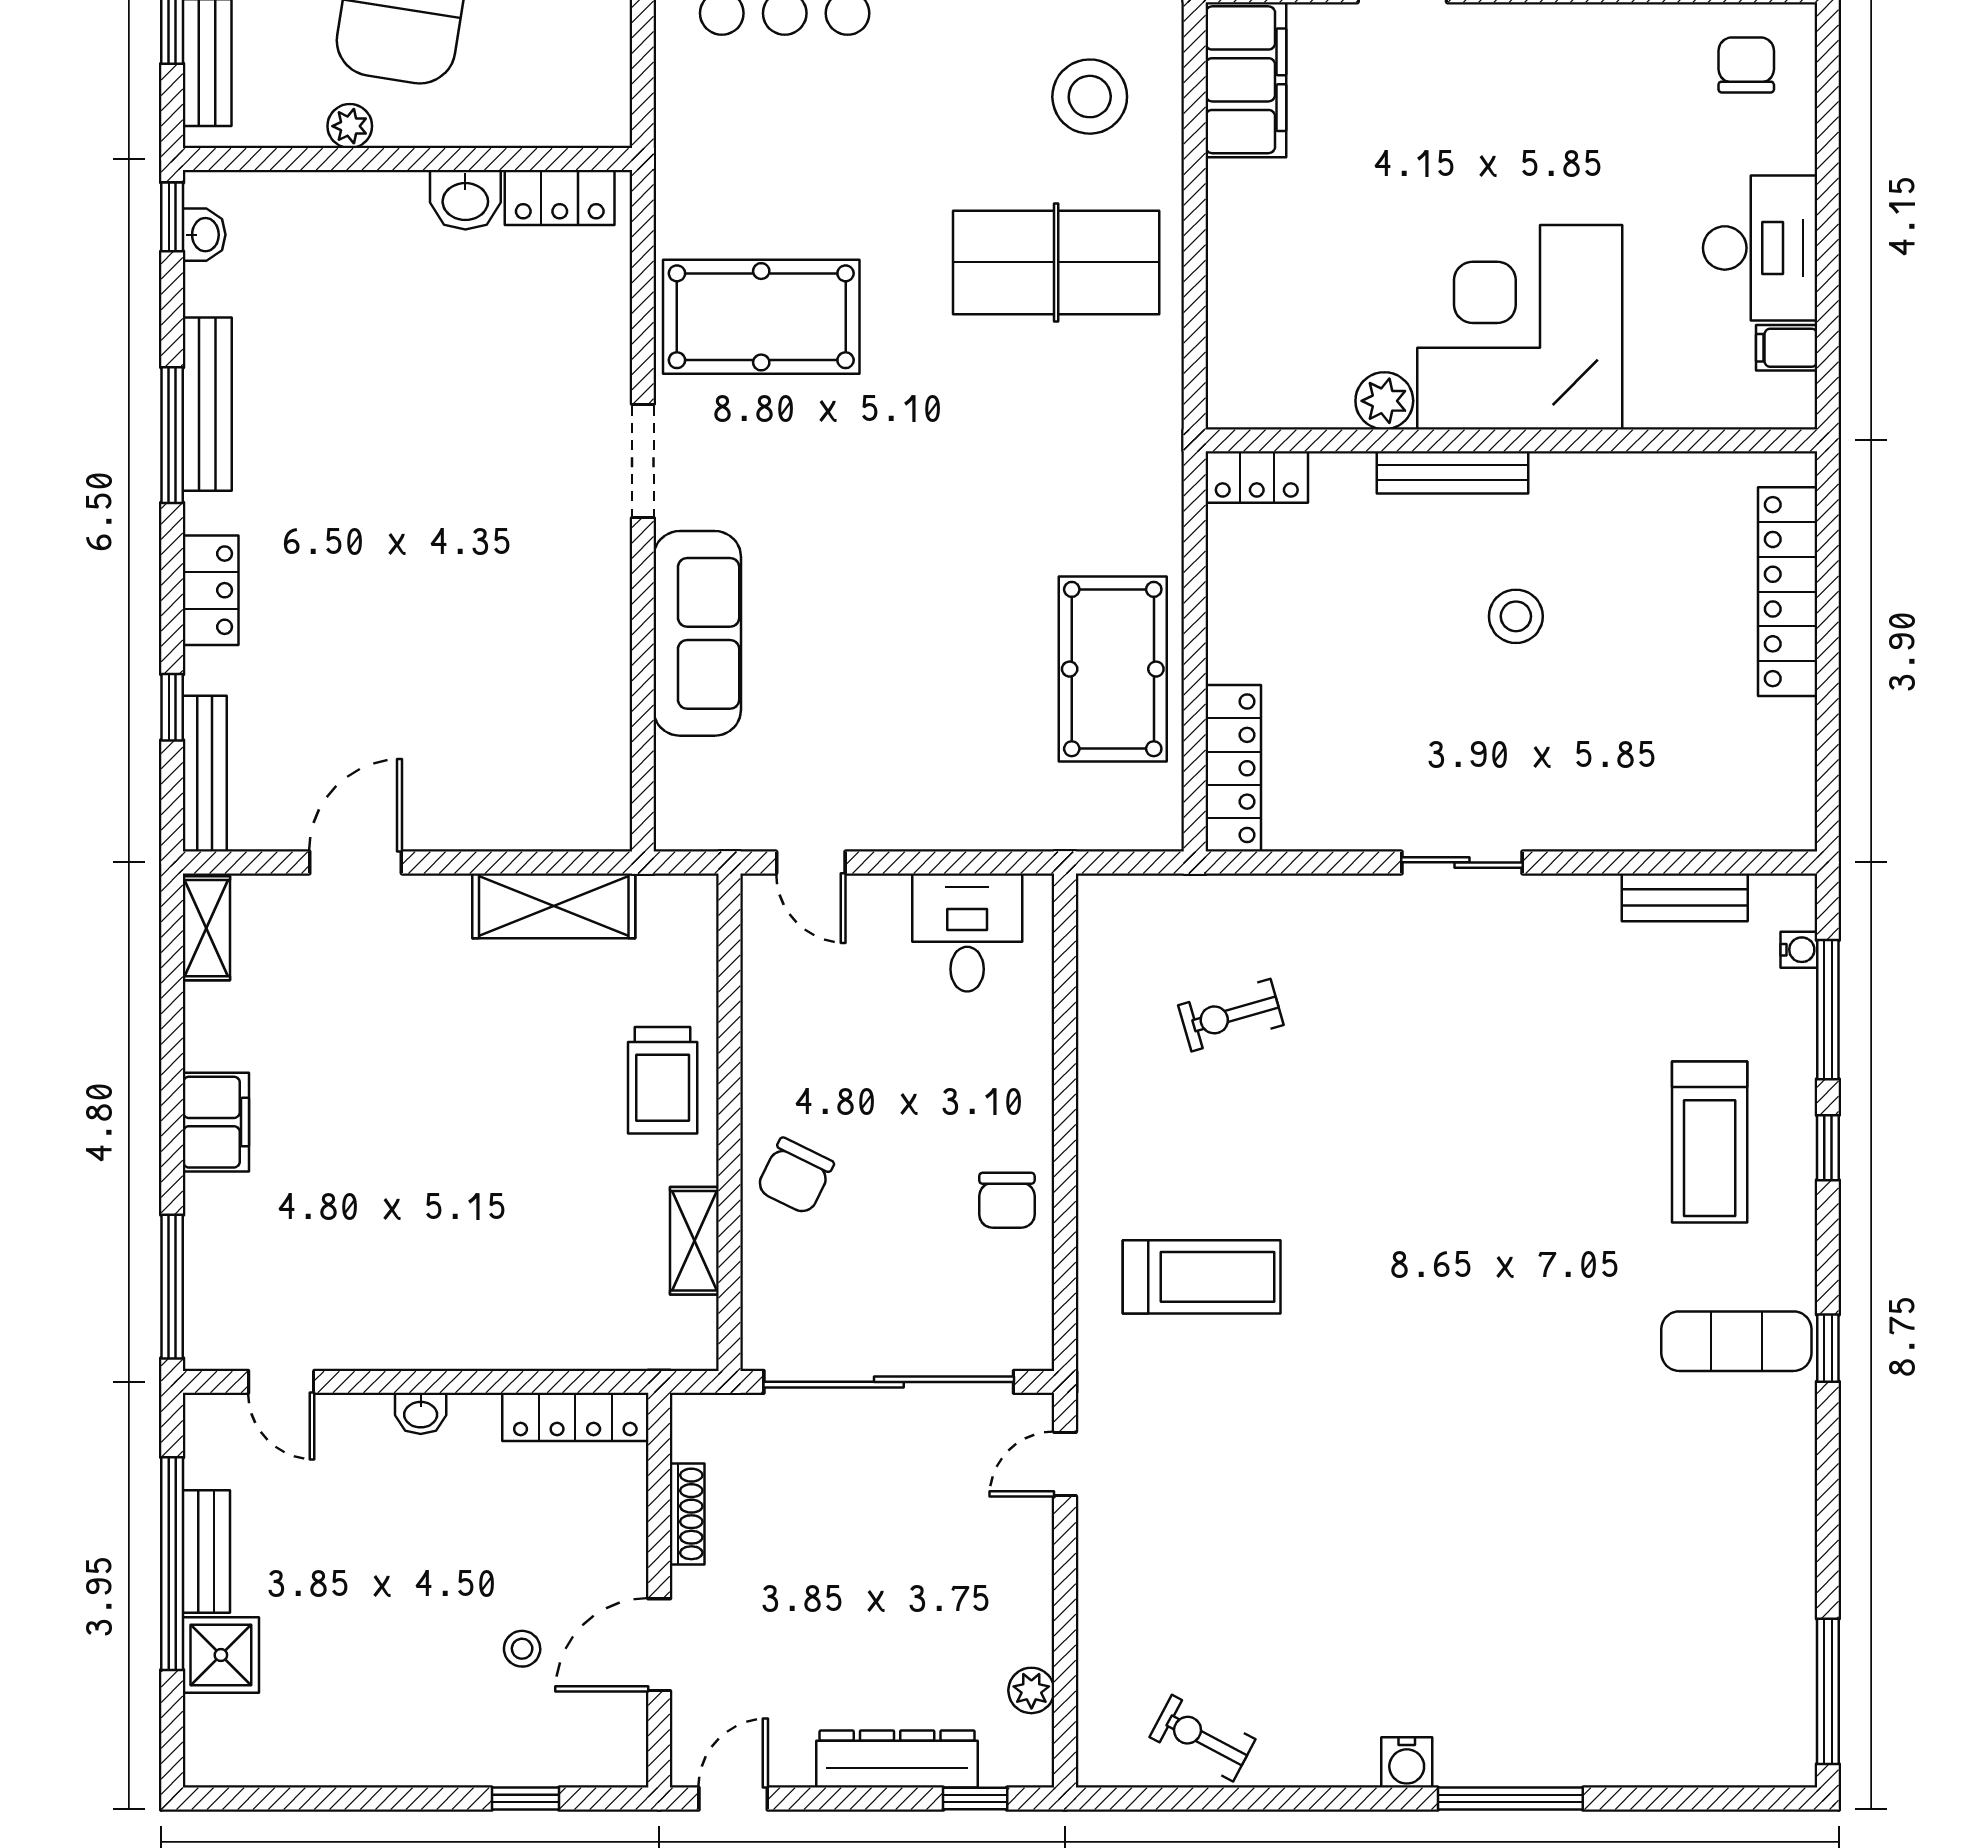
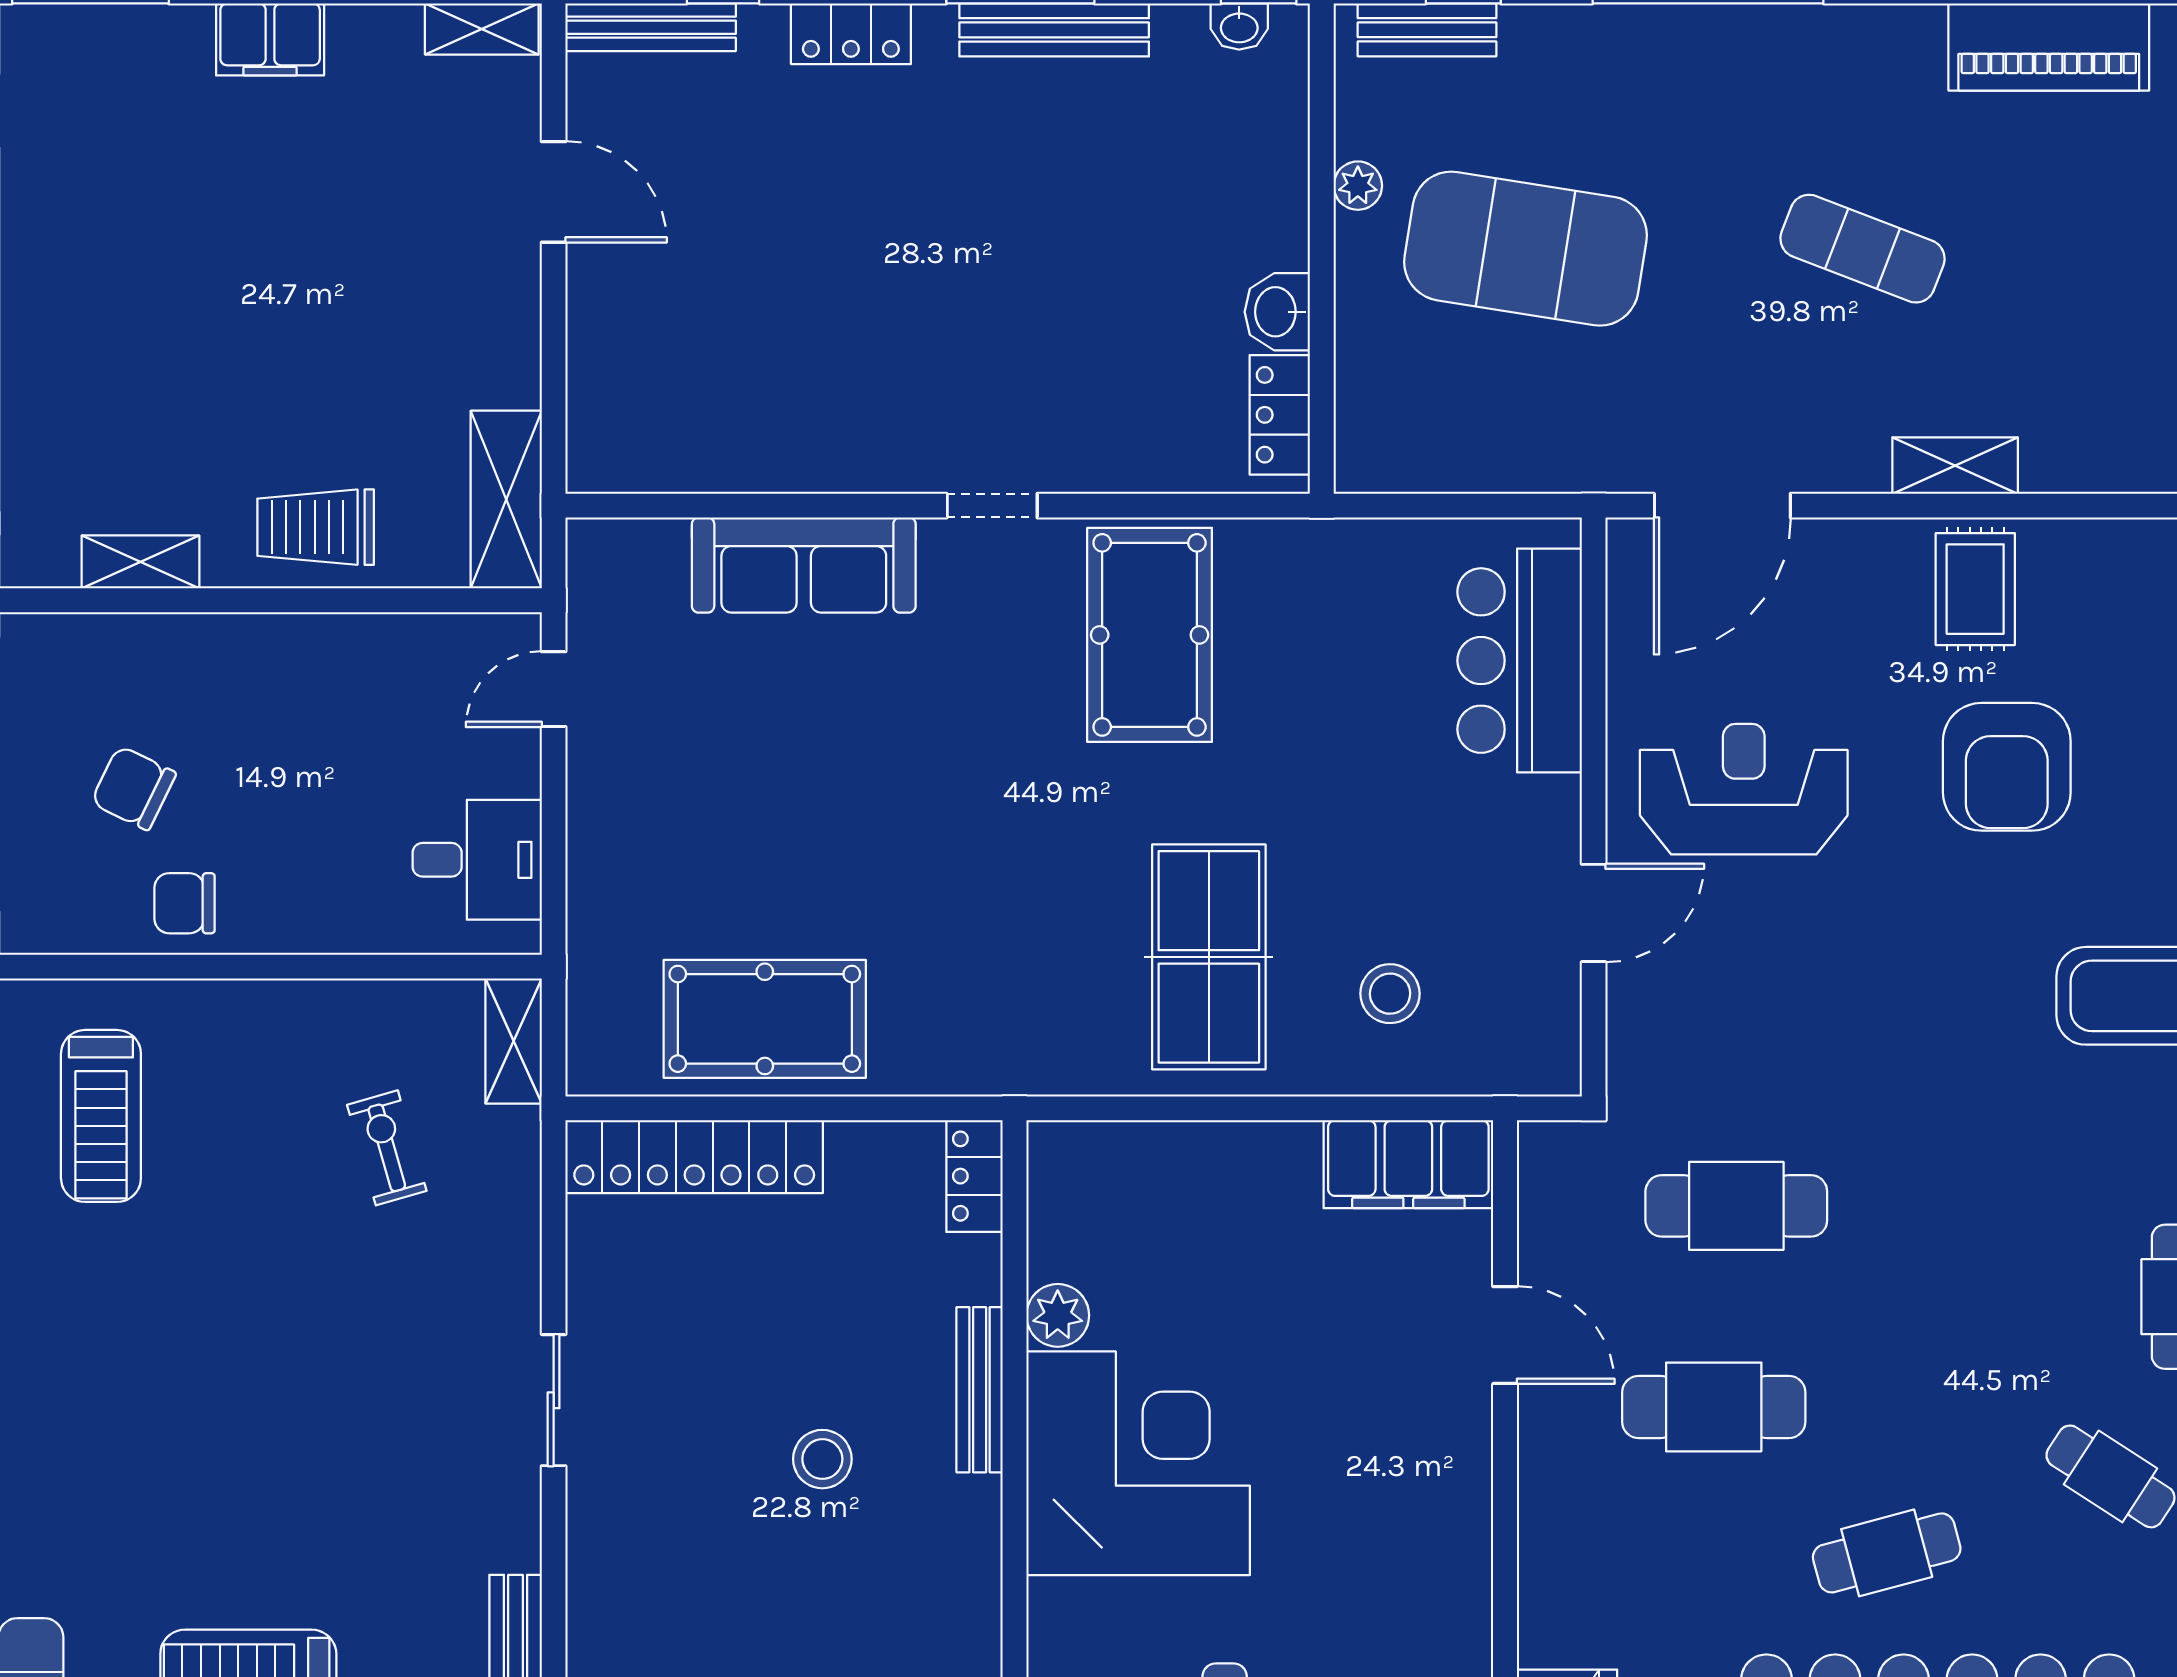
stool: (1090, 97) -> (1390, 994), width x0.73, depth x0.73
doorway: (643, 461) -> (992, 506), width x0.73
locker: (1233, 768) -> (694, 1157), width x1.41, depth x1.21
shelving: (1133, 899) -> (514, 1041), added
shelving: (554, 906) -> (506, 500), moved
chair: (795, 1176) -> (133, 788), moved

